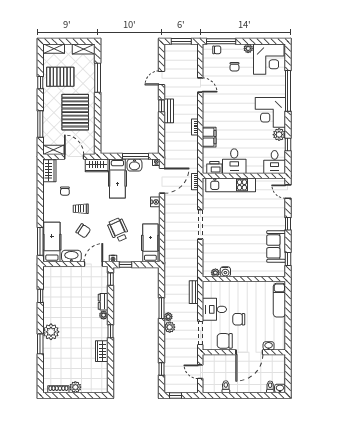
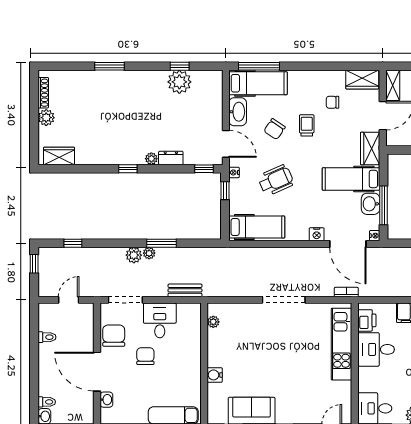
water cooler: (225, 272) -> (215, 375), moved
plant: (51, 332) -> (179, 82), moved
wardrobe: (102, 351) -> (59, 156), moved

